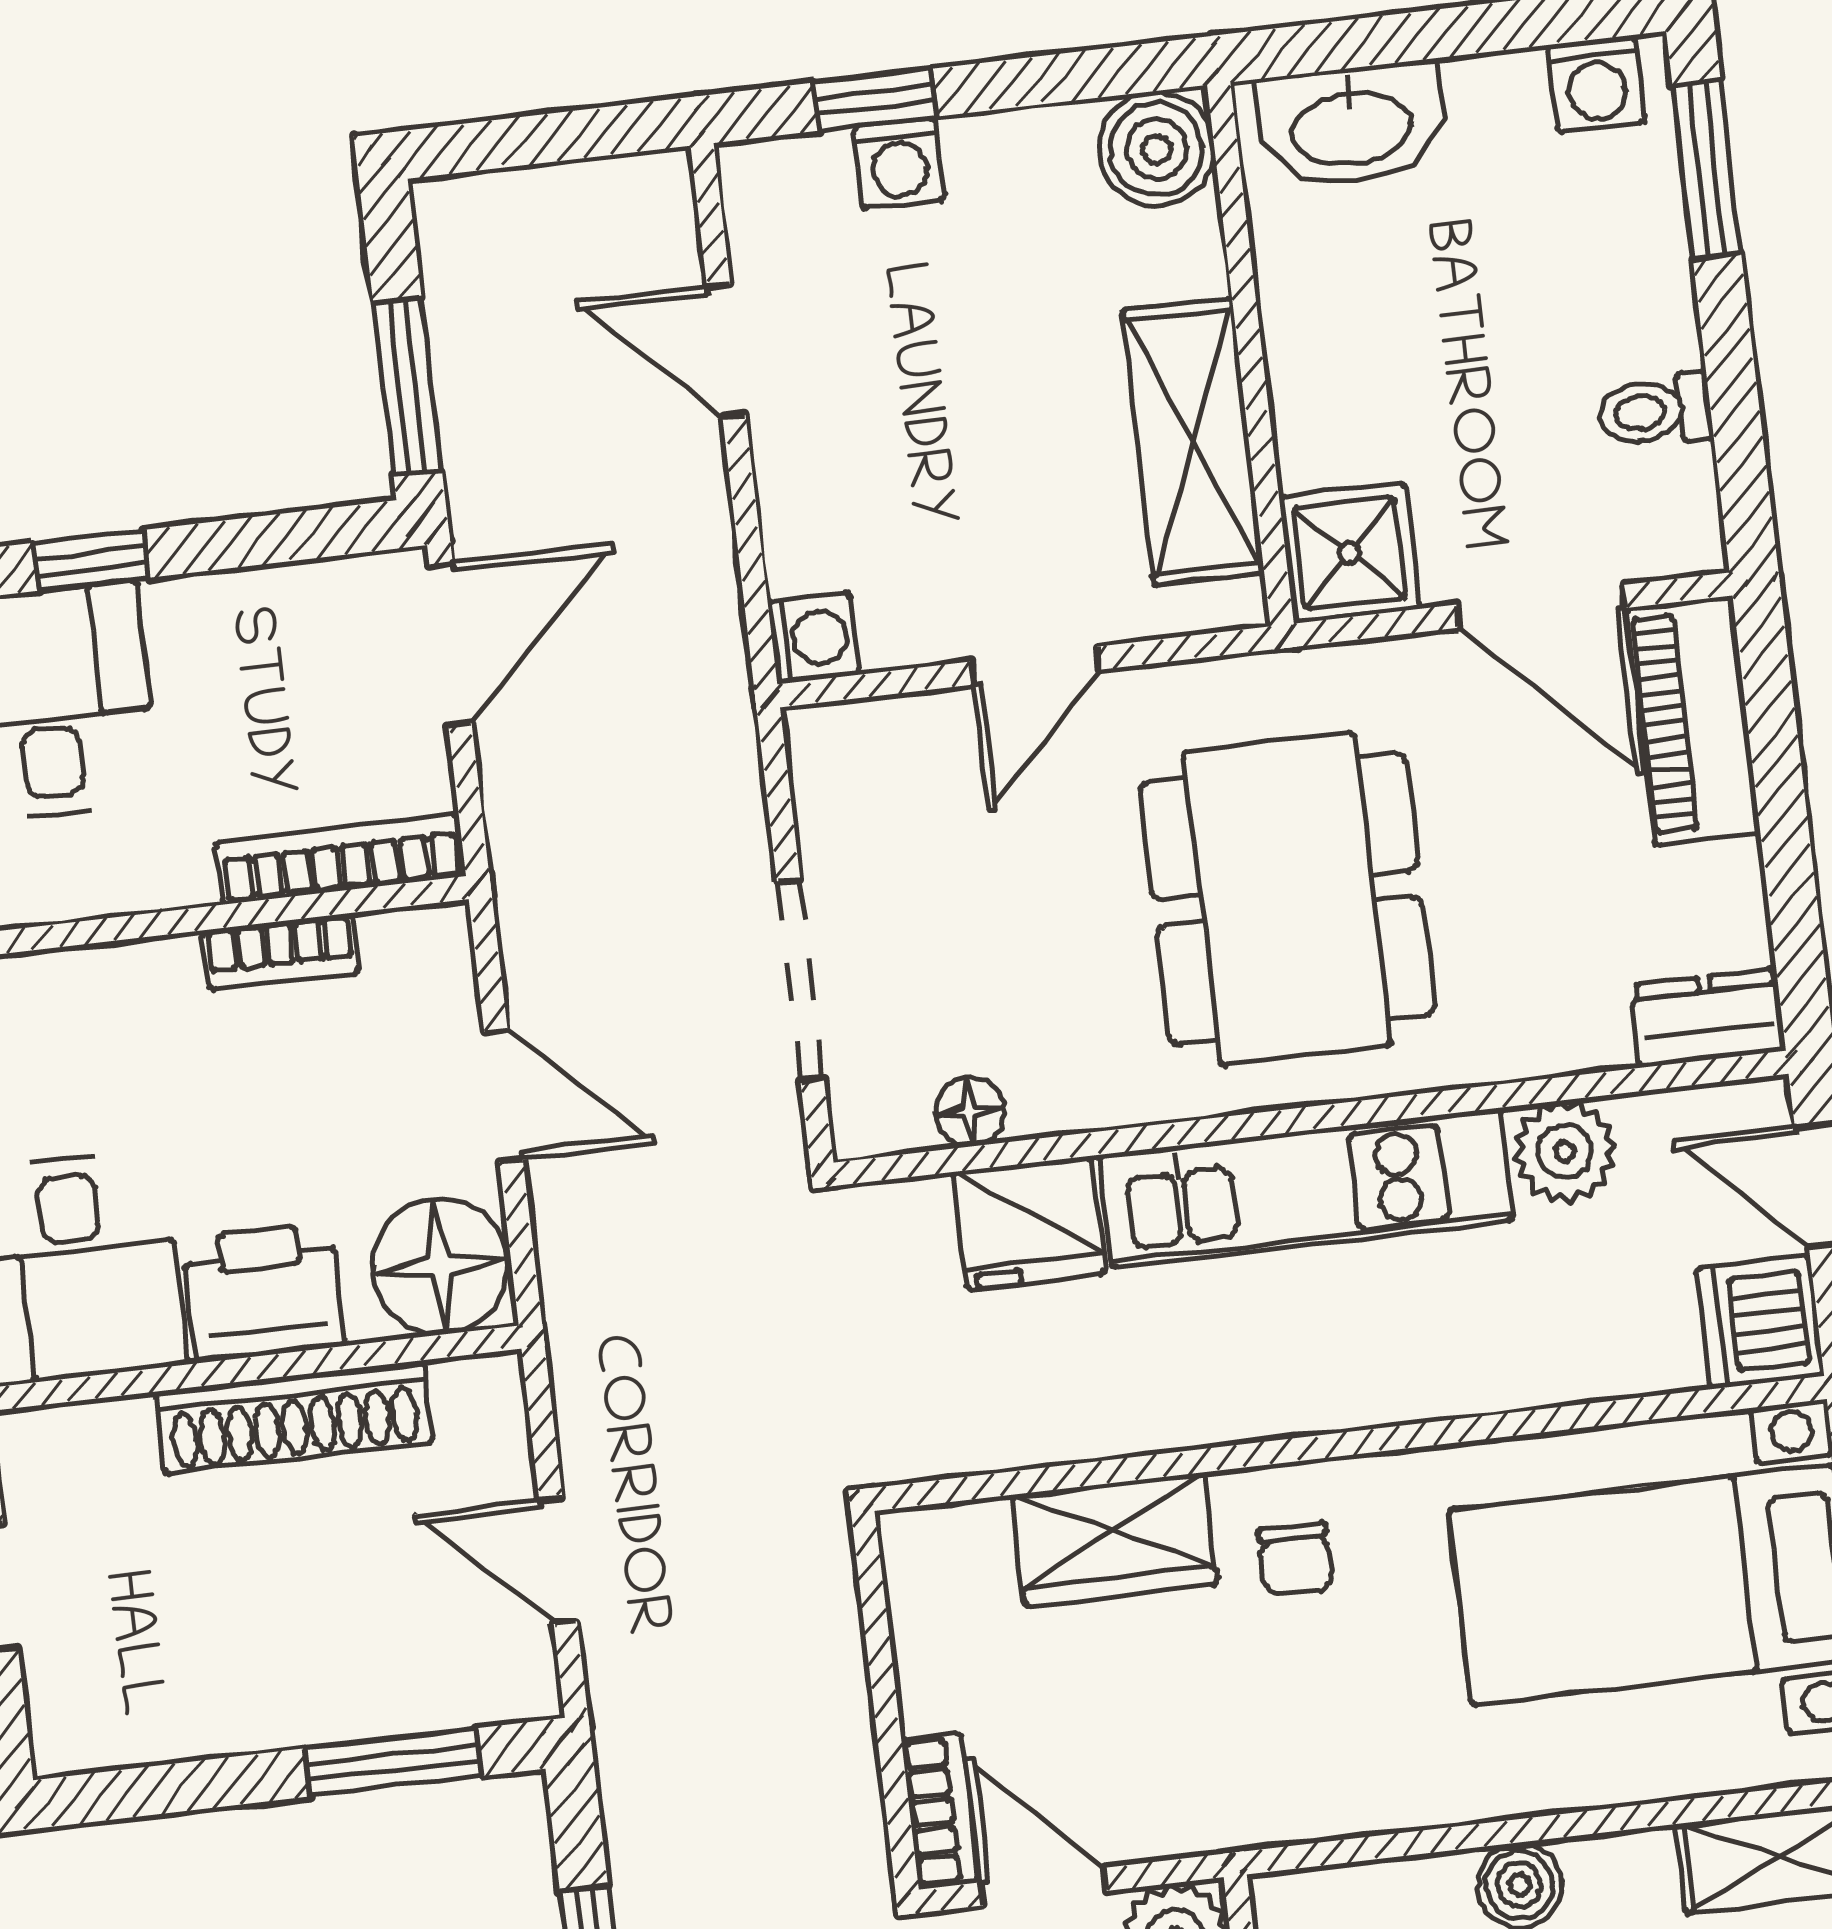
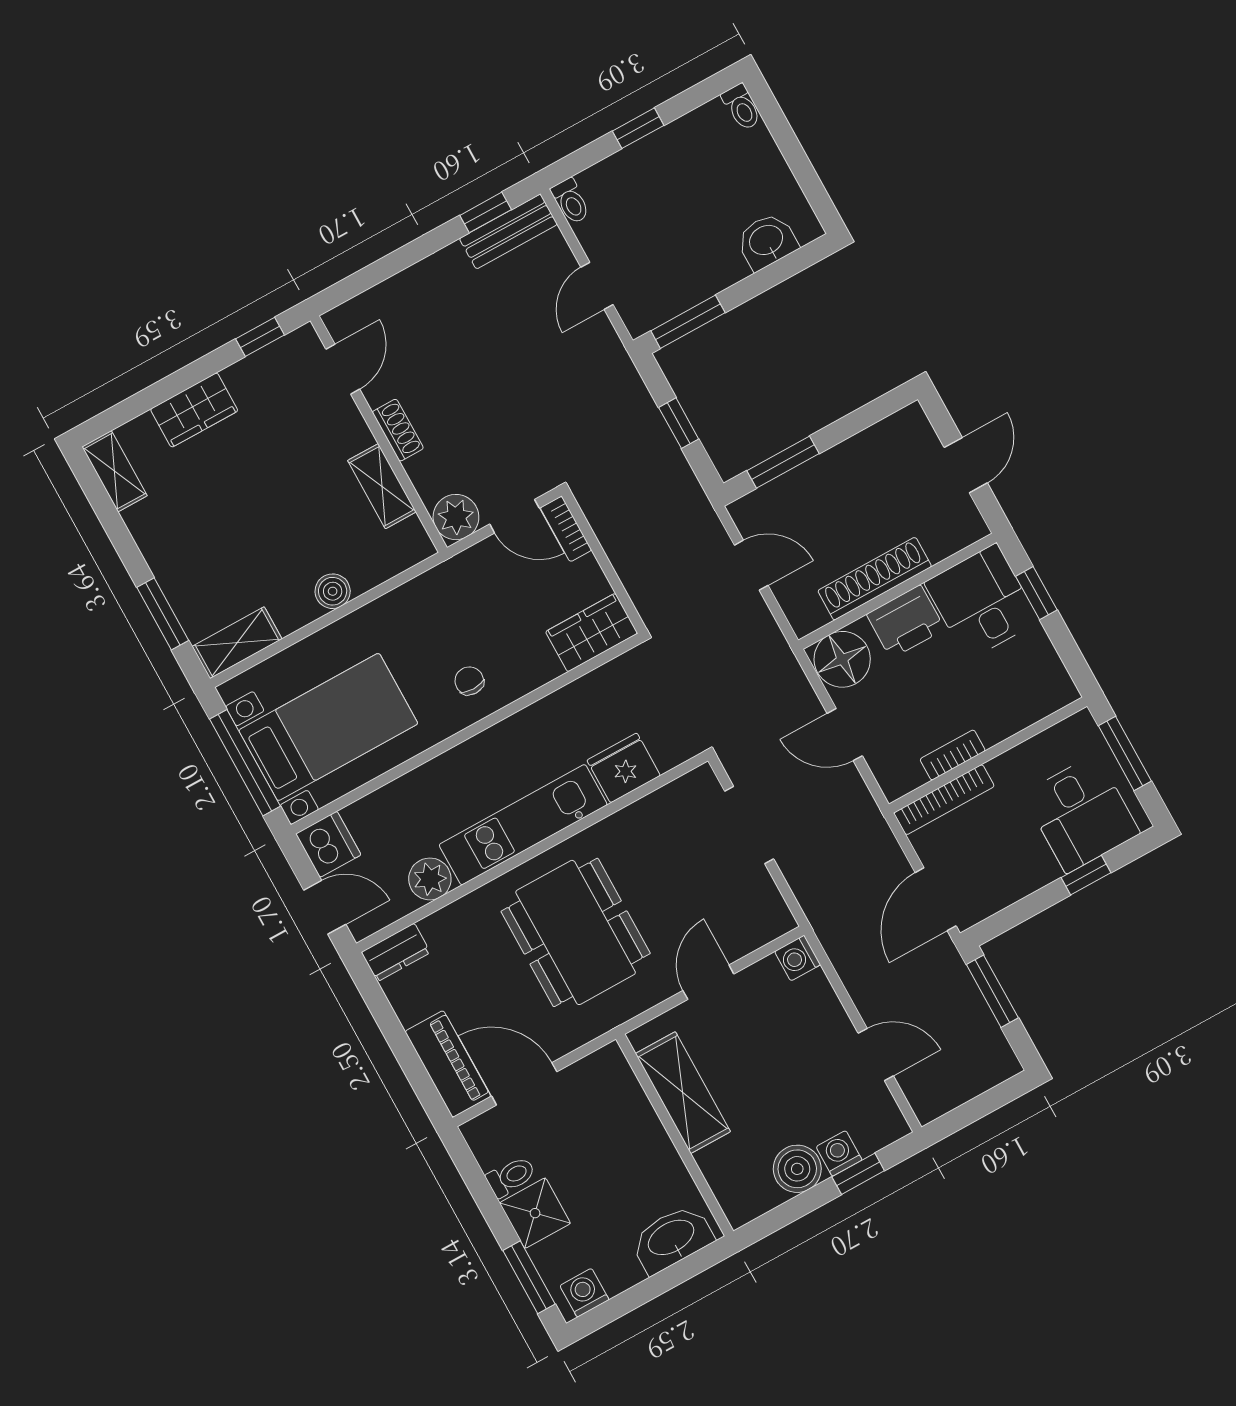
boiler: (1157, 149) -> (797, 1169), moved
shower: (1350, 553) -> (535, 1213), moved
floor lamp: (970, 1112) -> (664, 801), removed
wardrobe: (1114, 1539) -> (592, 633), moved

